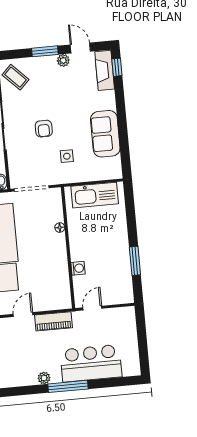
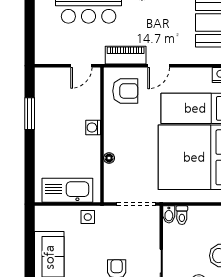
side table: (67, 156) -> (88, 217), moved
washing machine: (78, 268) -> (93, 128), moved
armchair: (51, 289) -> (125, 91), added

